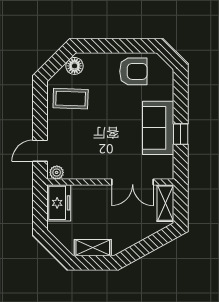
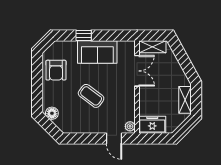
armchair: (133, 71) -> (56, 70), turned 180
coffee table: (71, 99) -> (91, 96), moved, turned -55
window: (181, 134) -> (84, 36), moved

